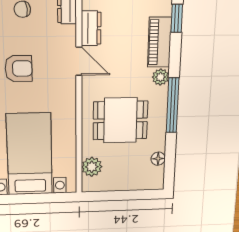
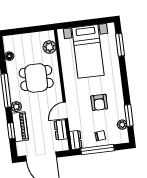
window: (177, 18) -> (11, 131), moved
door: (79, 61) -> (65, 110), hinge flipped
armchair: (19, 69) -> (99, 102), turned -90

